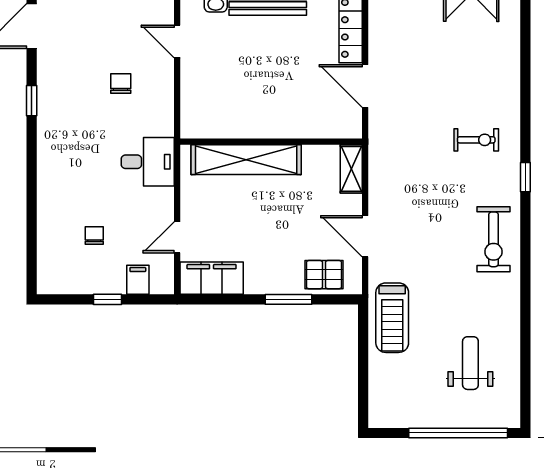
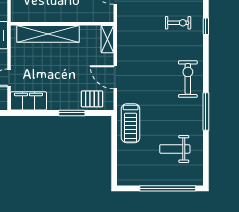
window: (525, 177) -> (206, 26), moved
exercise bike: (493, 239) -> (188, 79), turned 180
window: (525, 297) -> (206, 112), added
weight bench: (470, 363) -> (175, 149), turned -90

